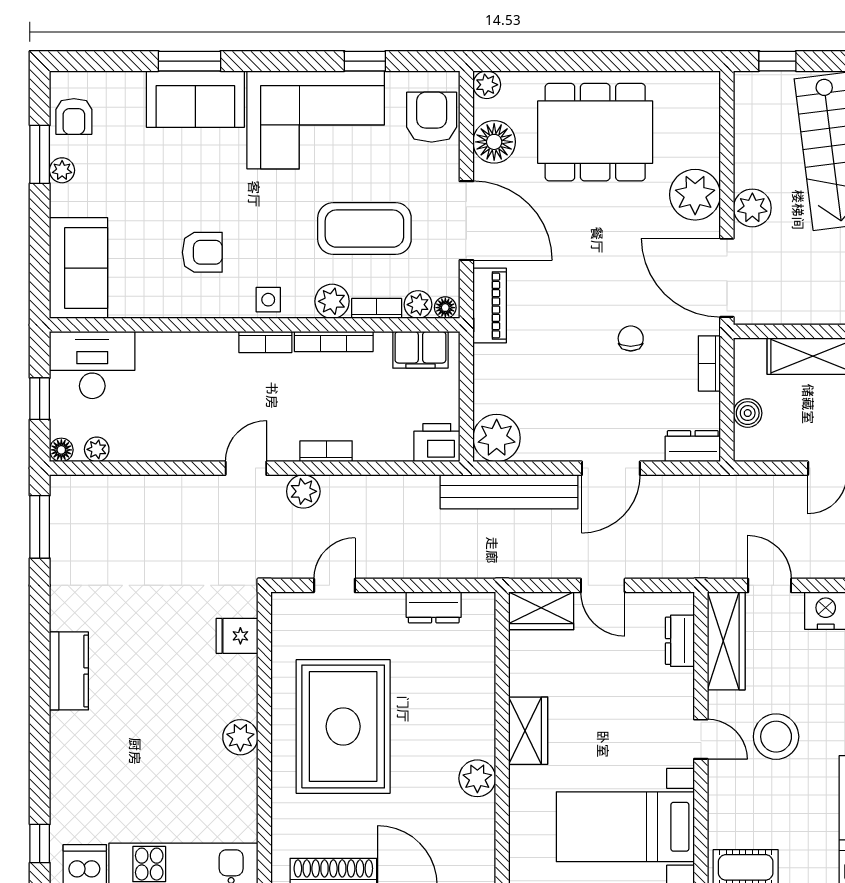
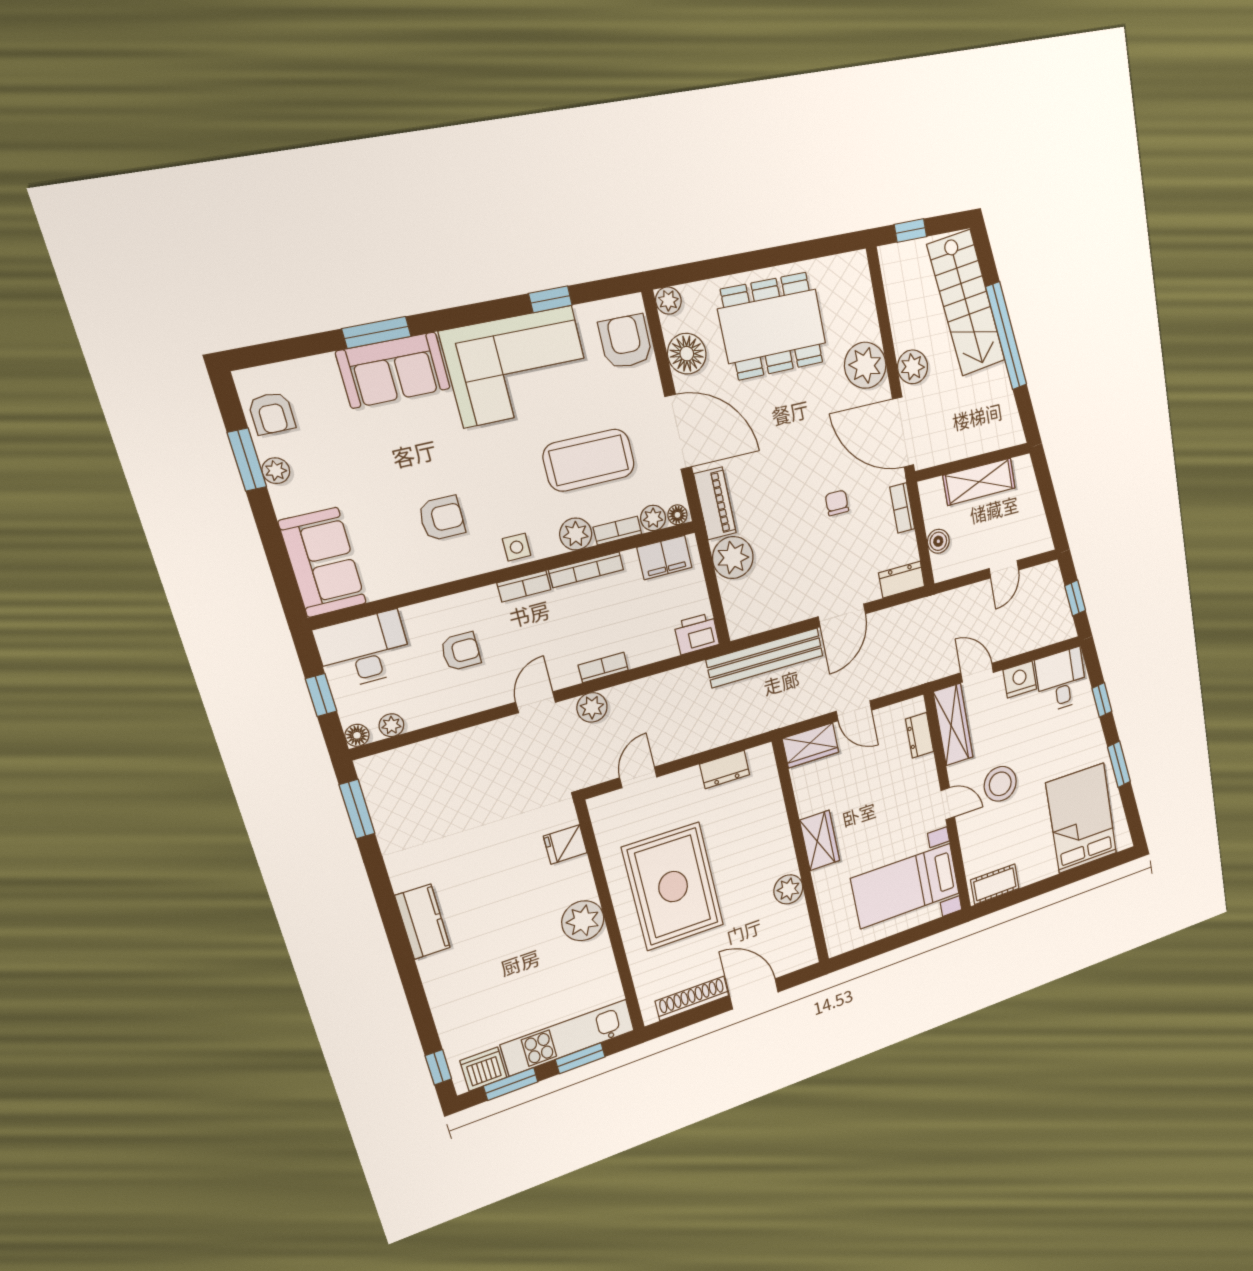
armchair: (185, 392) -> (461, 651), added
plant: (497, 438) -> (733, 558), moved
plant: (240, 737) -> (583, 921), width x1.36, depth x1.36

